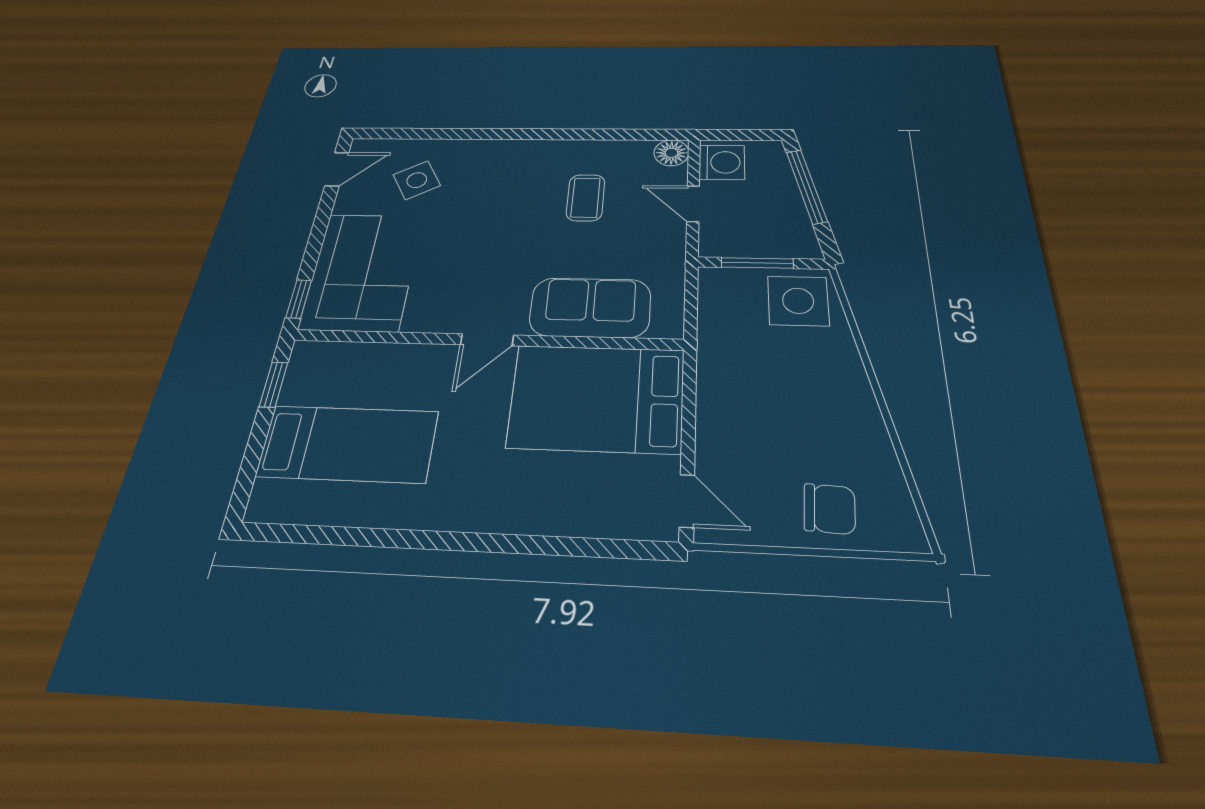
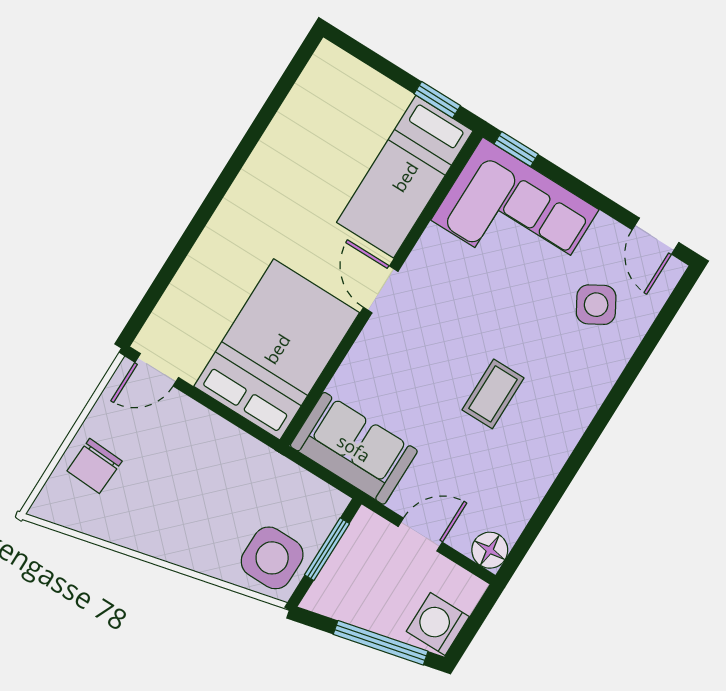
washing machine: (722, 162) -> (438, 624), moved, turned 90
coffee table: (586, 198) -> (493, 394), moved, turned 90
sofa: (590, 308) -> (354, 448), moved, turned -90
bed: (348, 444) -> (405, 177), moved

